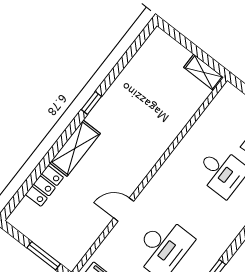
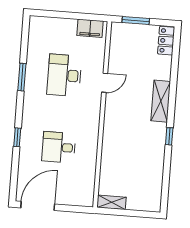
locker: (44, 186) -> (166, 41), moved

